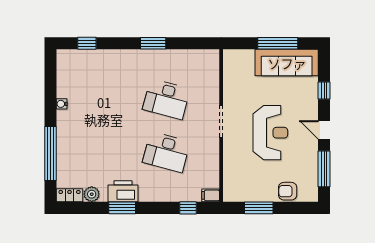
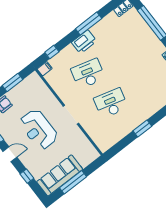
printer: (123, 191) -> (84, 42), moved
plant: (92, 194) -> (111, 18), removed
window: (122, 208) -> (89, 24), width x1.44

